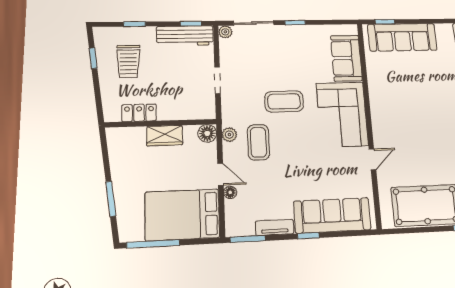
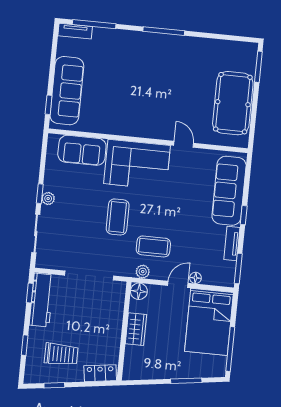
plant: (225, 32) -> (48, 199), moved
doorway: (217, 80) -> (89, 276), width x1.88
locker: (139, 113) -> (100, 373), moved, turned 82

